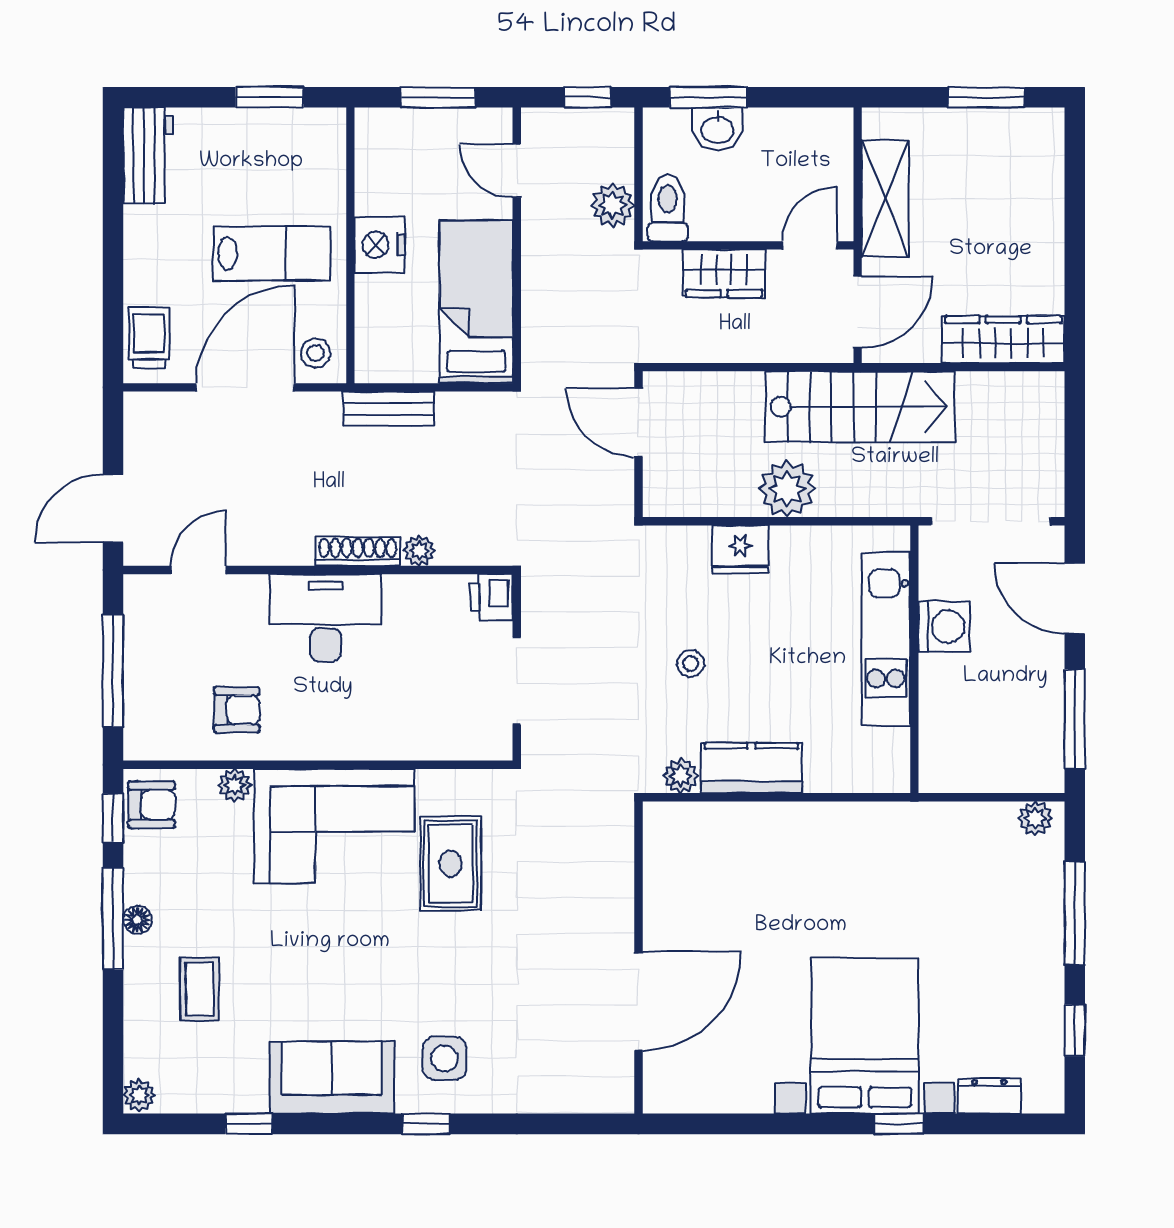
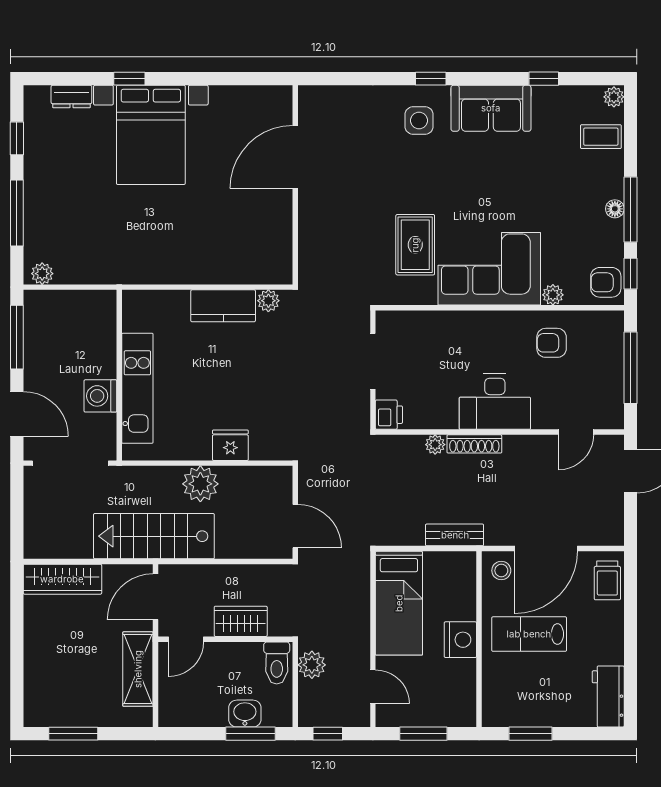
stool: (691, 664) -> (262, 372), removed
coffee table: (199, 989) -> (601, 137), moved, turned 90

